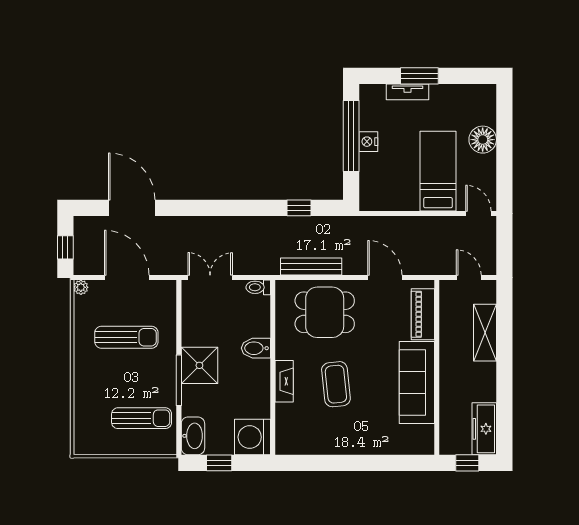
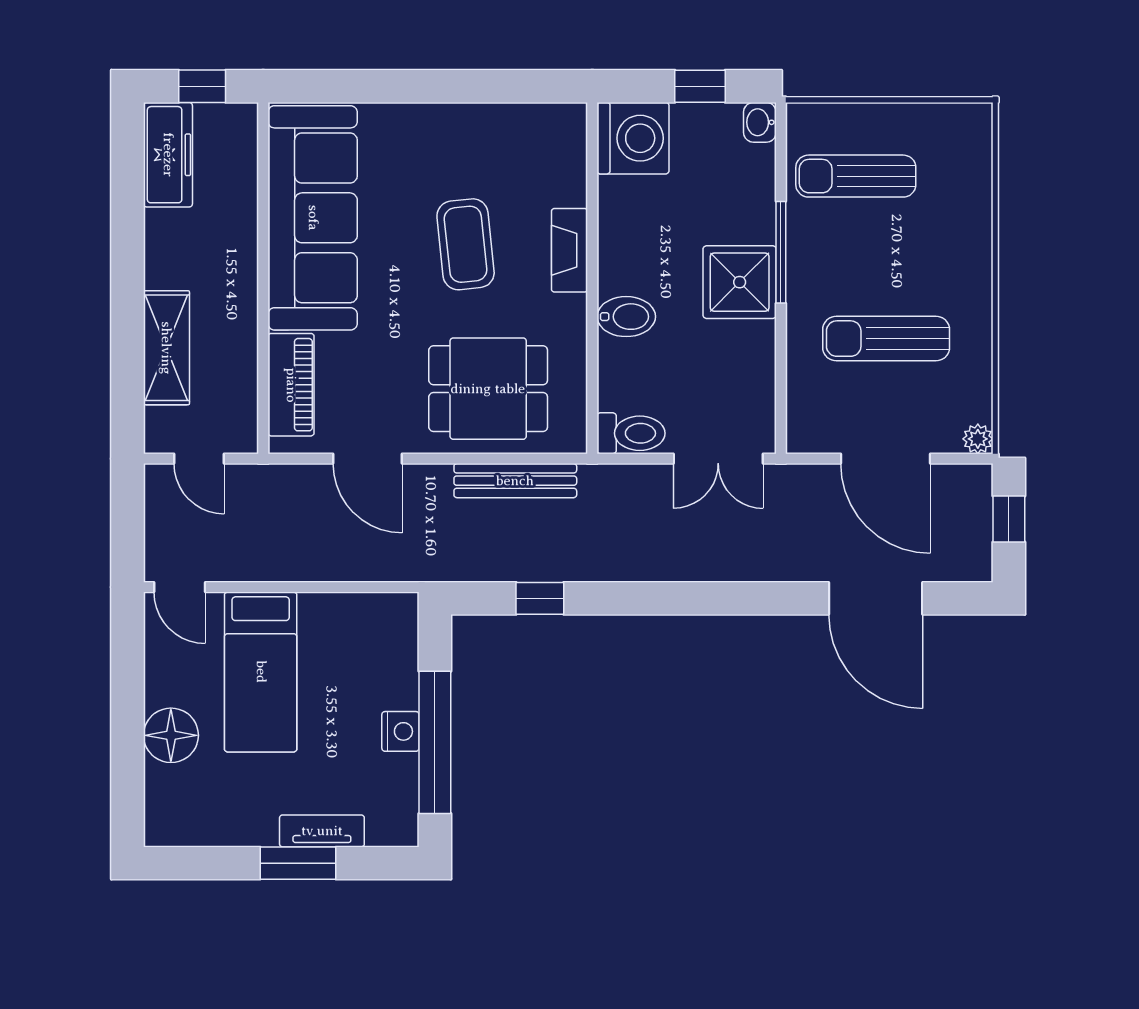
toilet: (258, 287) -> (631, 433), width x1.37, depth x1.39
sofa: (417, 383) -> (313, 218), width x1.36, depth x1.27
washbasin: (193, 436) -> (760, 122), width x0.52, depth x0.69

